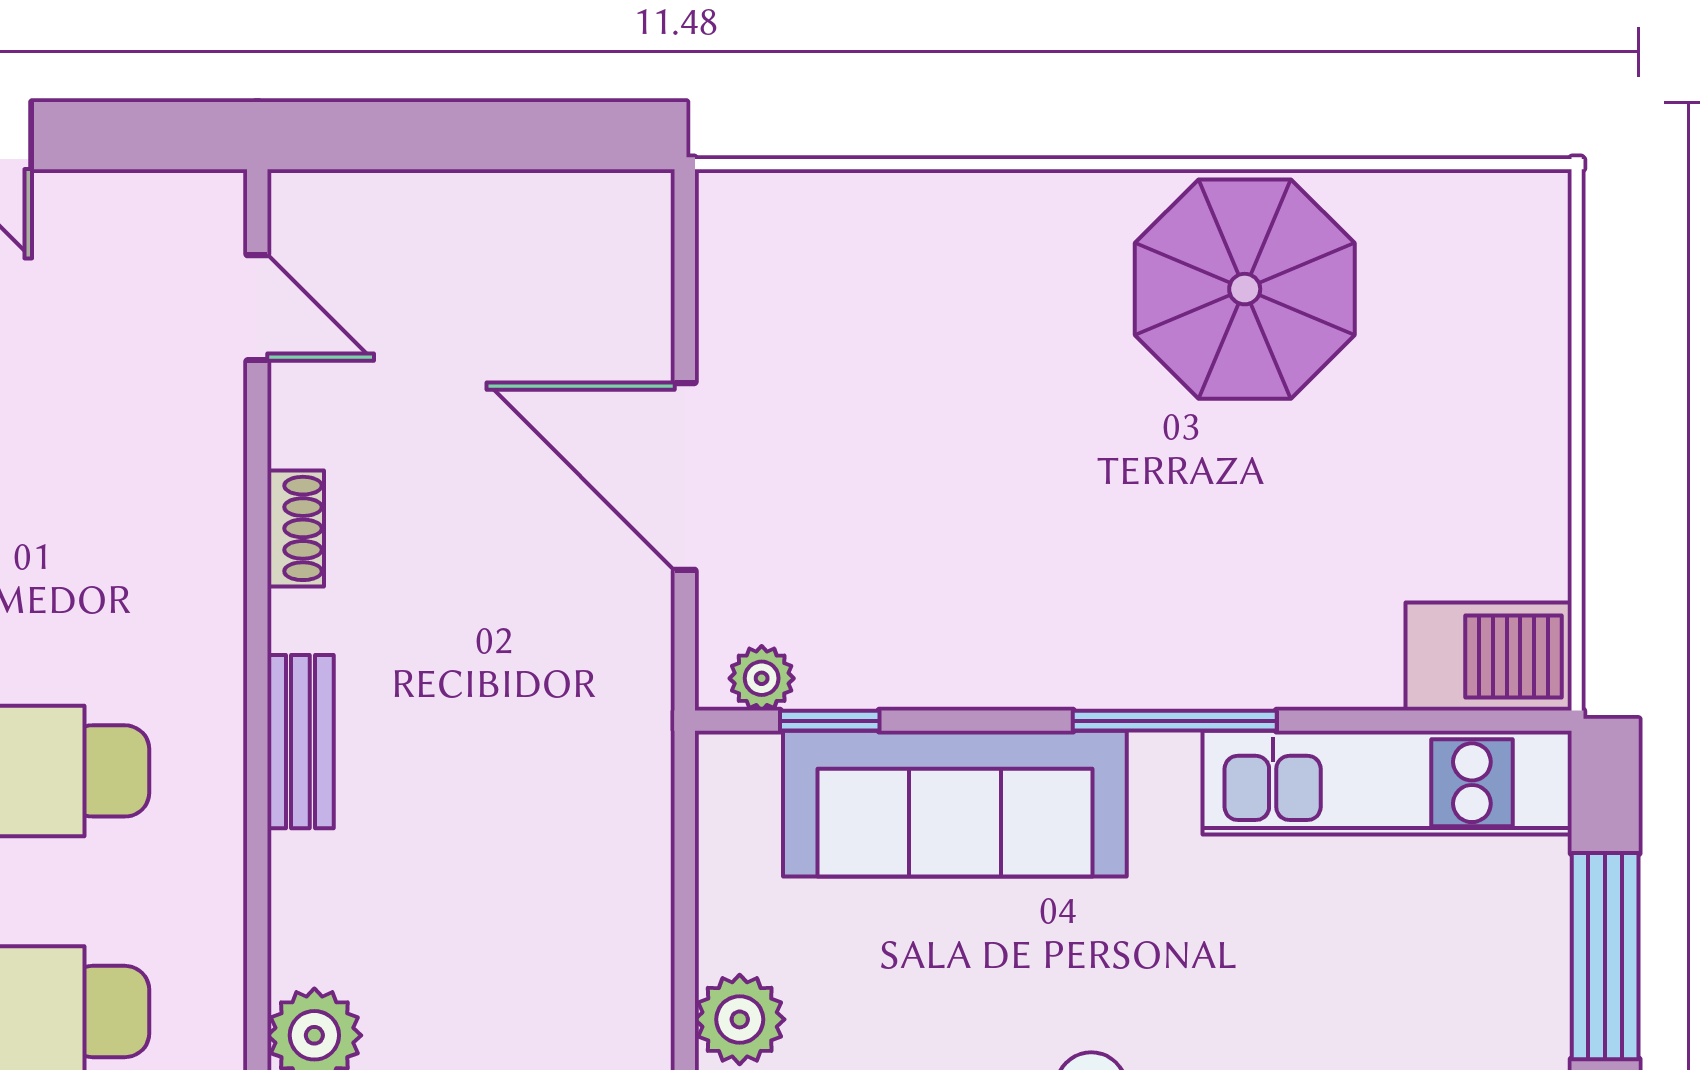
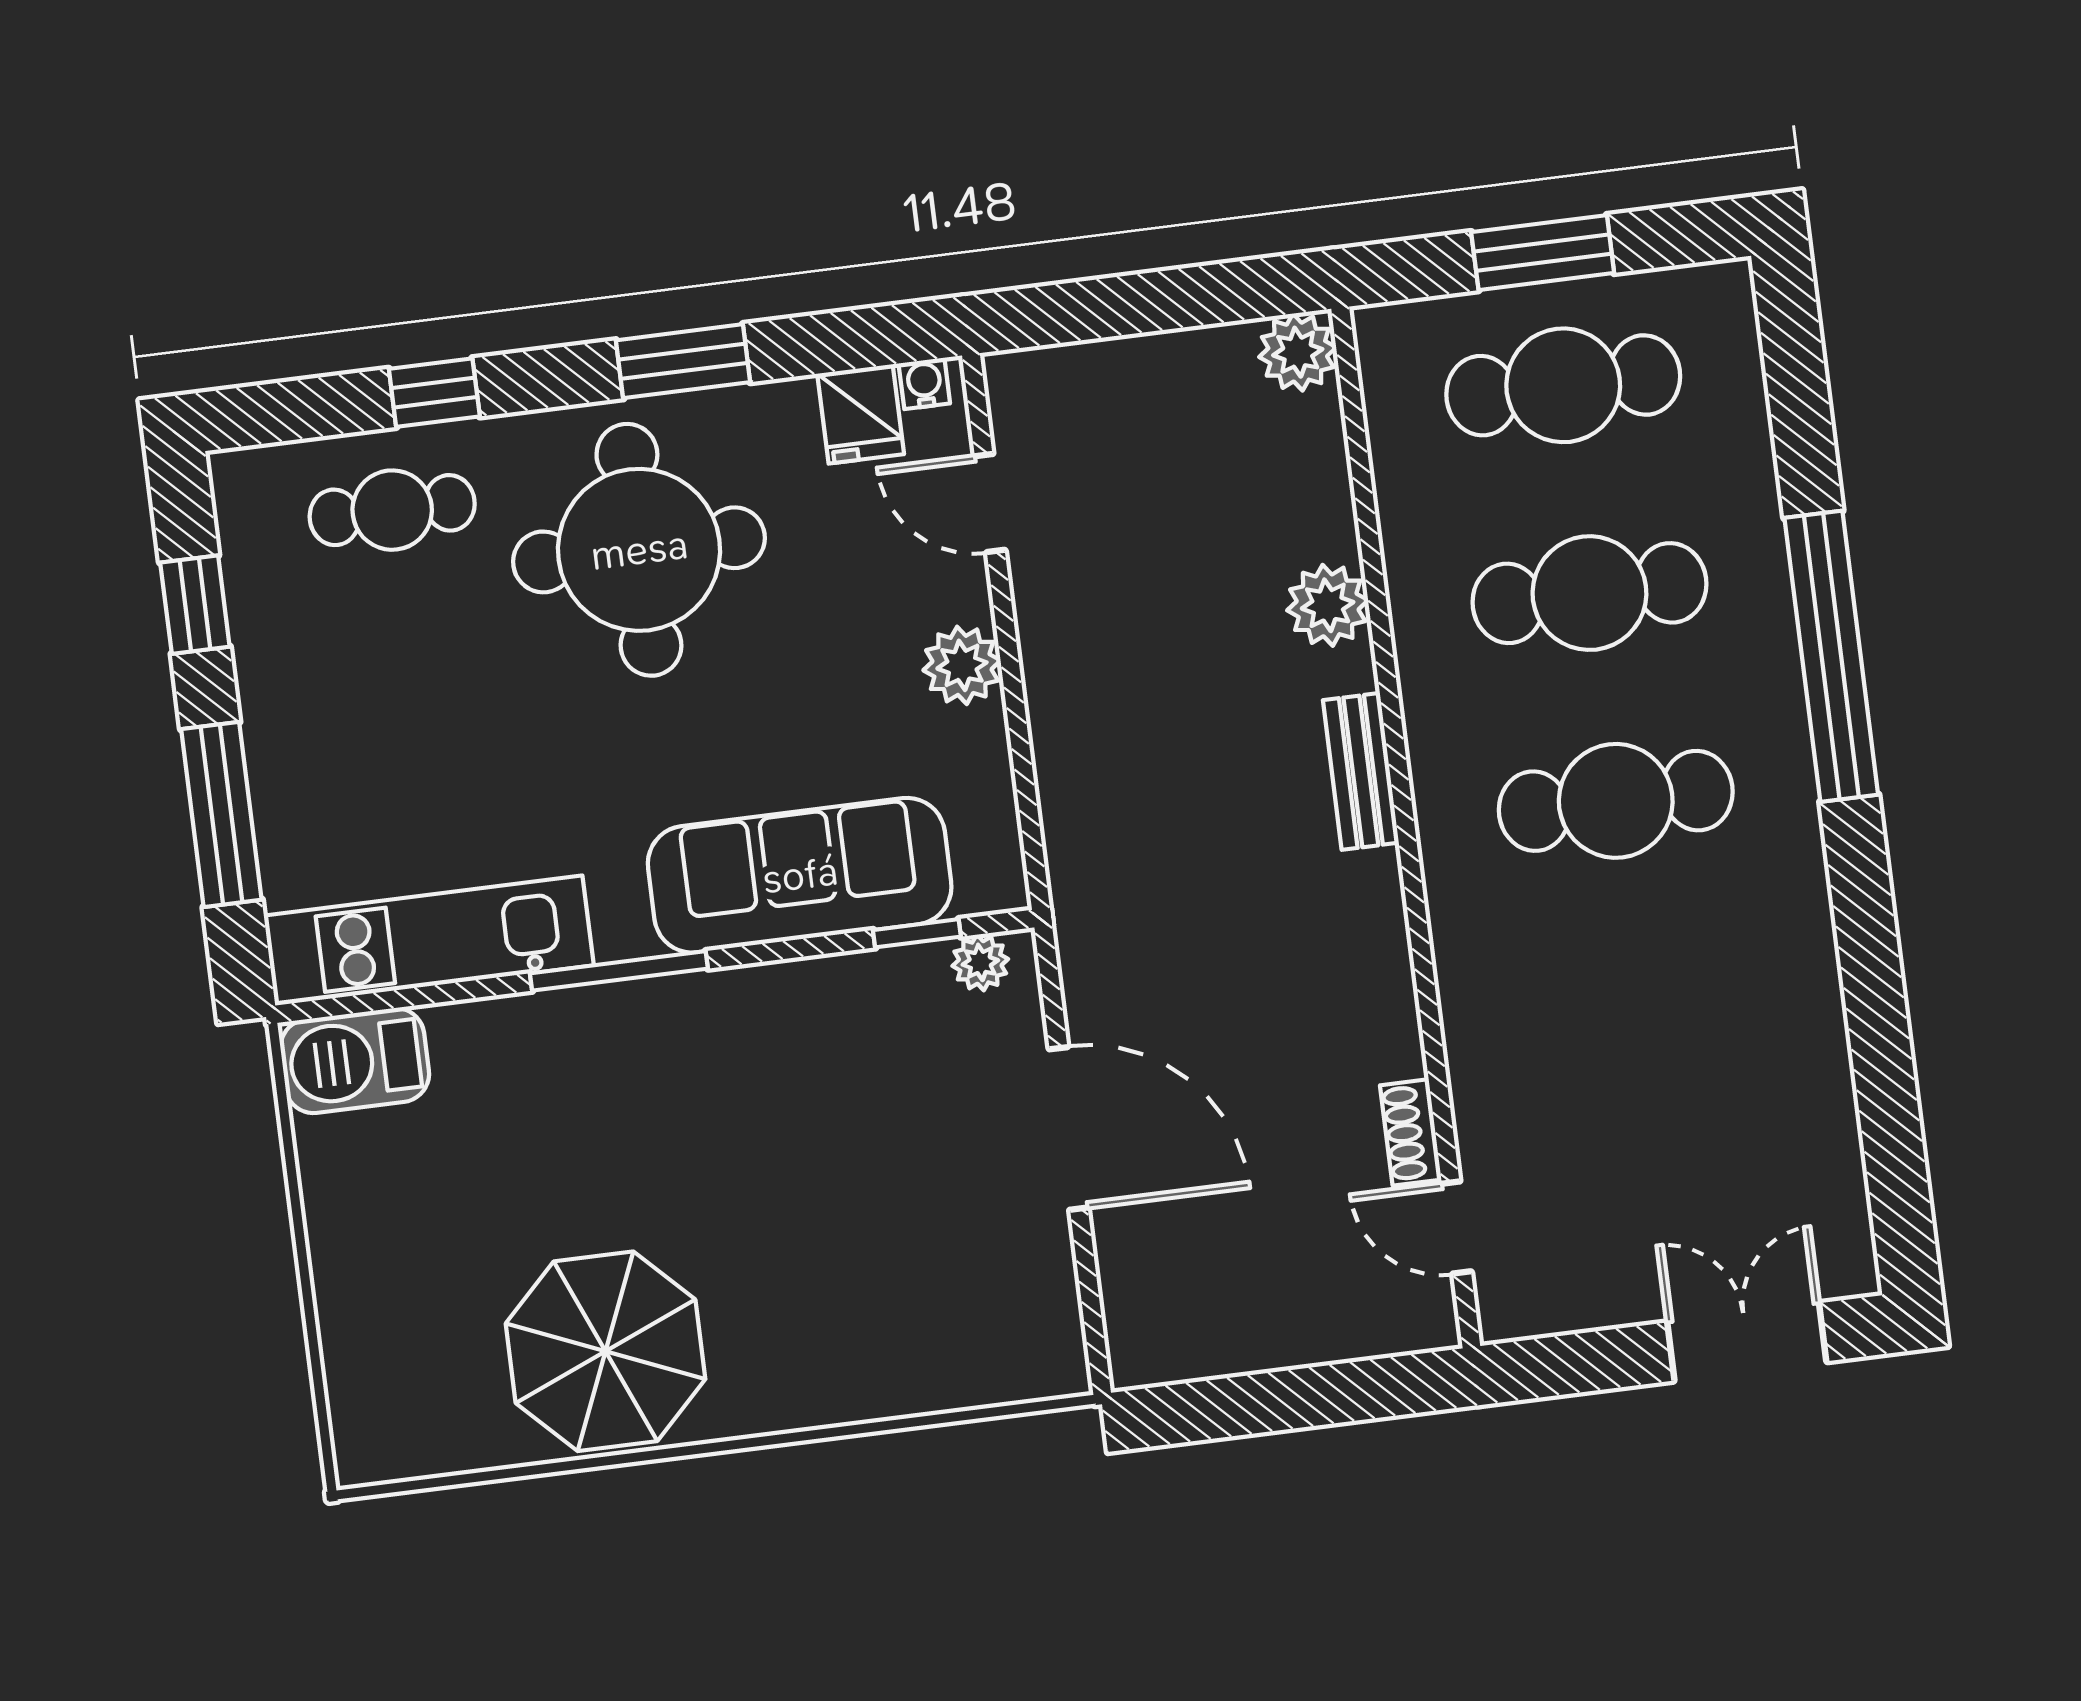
shoe rack: (296, 528) -> (1411, 1132), moved
bench: (300, 742) -> (1361, 771), moved

